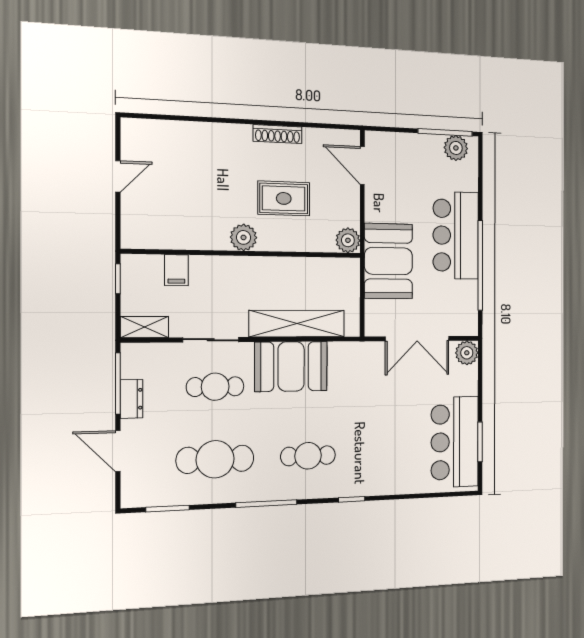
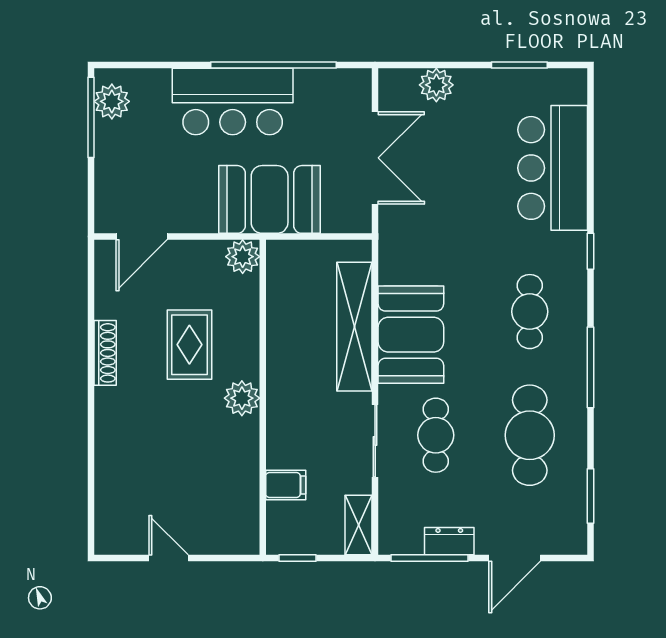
plant: (467, 353) -> (436, 85), moved
bar counter: (455, 442) -> (553, 168), moved, turned 90

